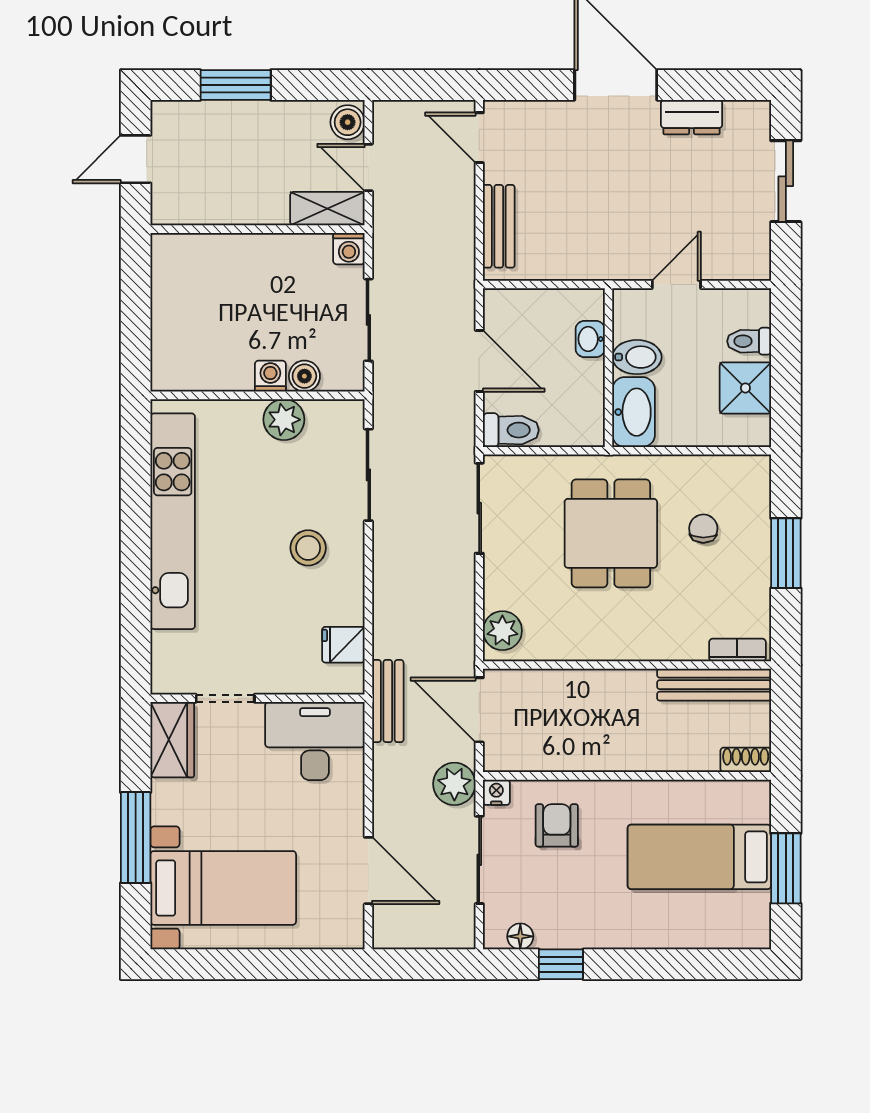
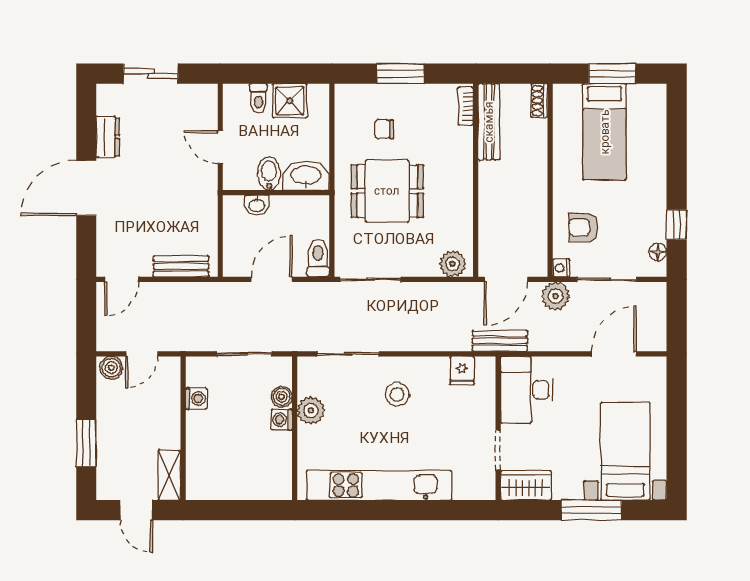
shelving: (327, 209) -> (169, 475), moved
washing machine: (349, 249) -> (196, 399), moved

